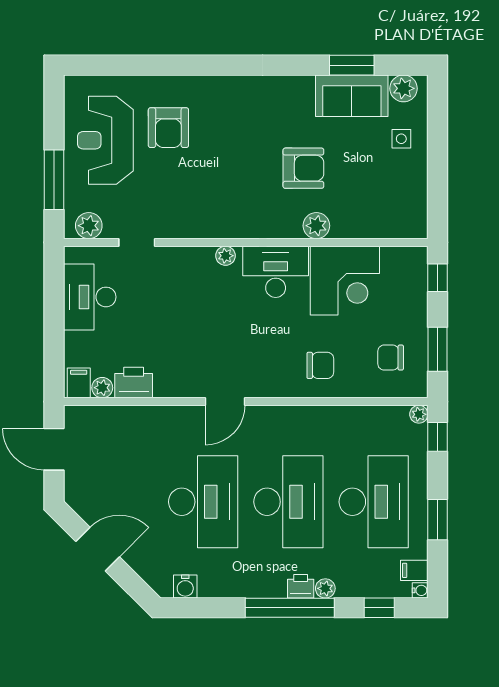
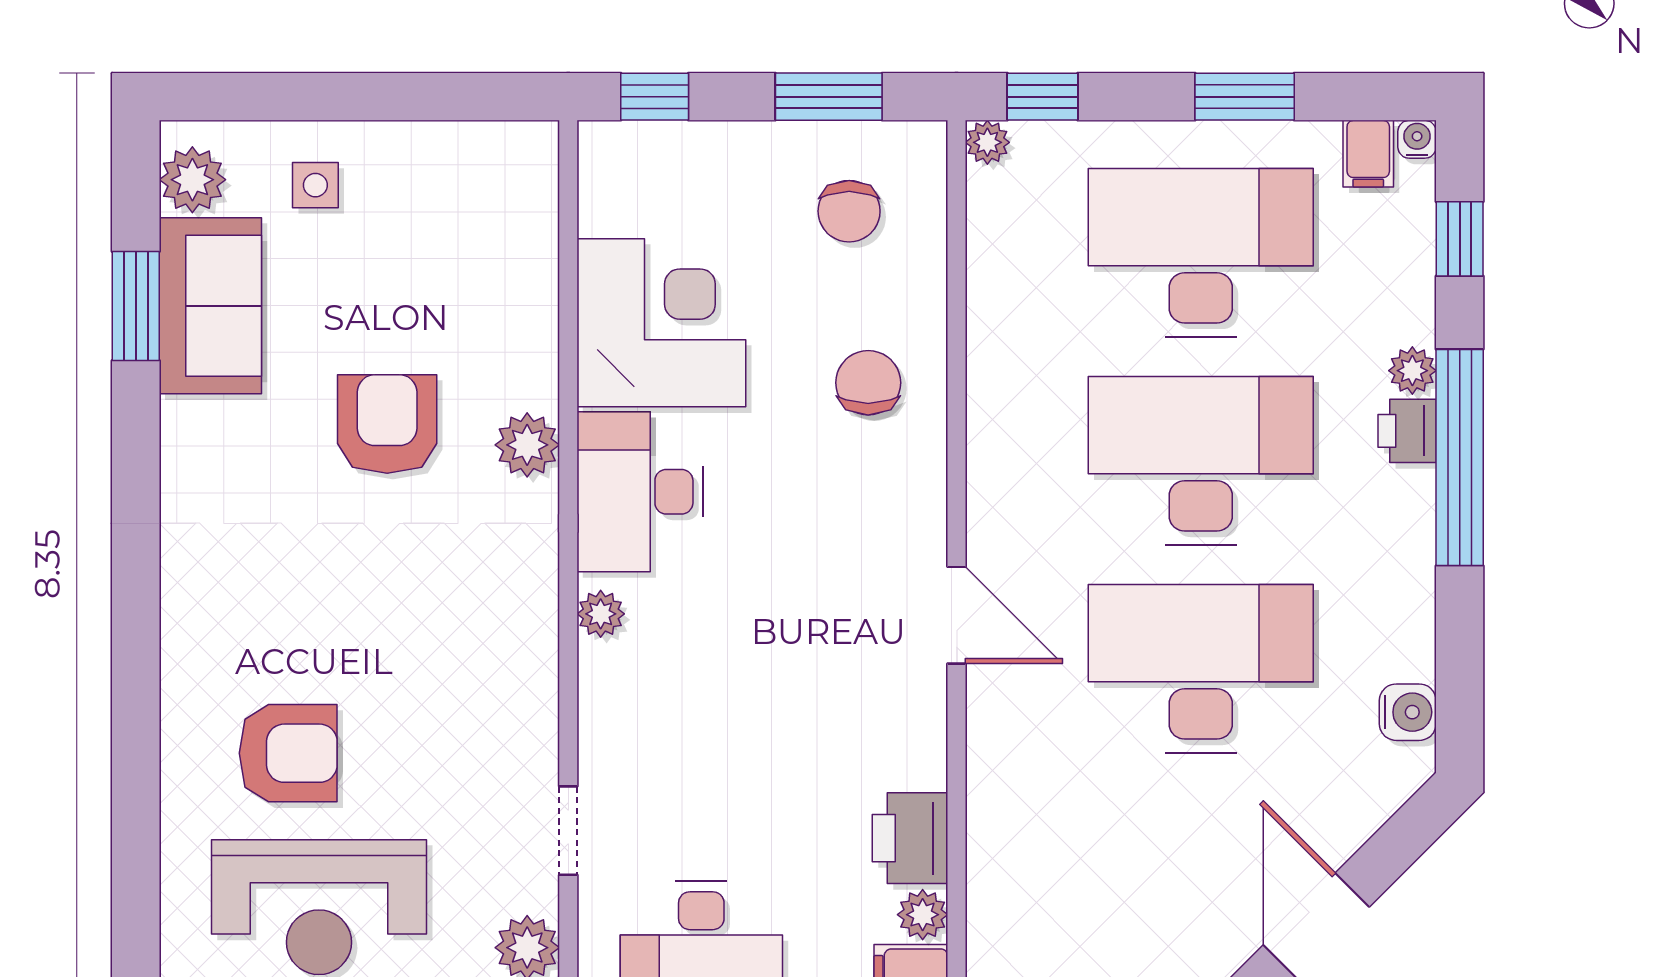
plant: (316, 226) -> (527, 445), moved

